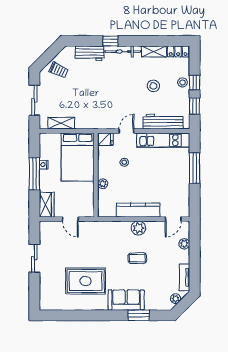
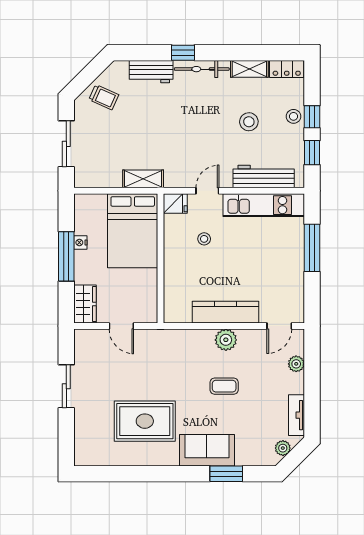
shelving: (61, 123) -> (143, 179), moved
plant: (103, 184) -> (171, 272), removed

